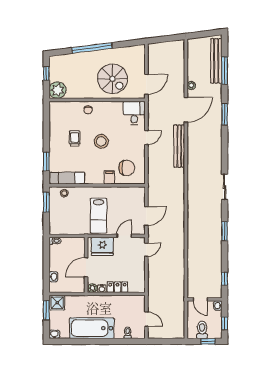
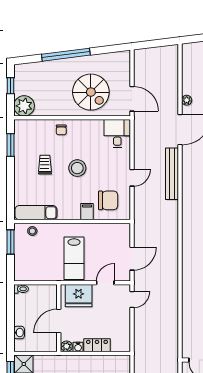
door: (146, 84) -> (132, 99), hinge flipped
door: (146, 138) -> (132, 178), moved
window: (46, 162) -> (11, 145), moved

